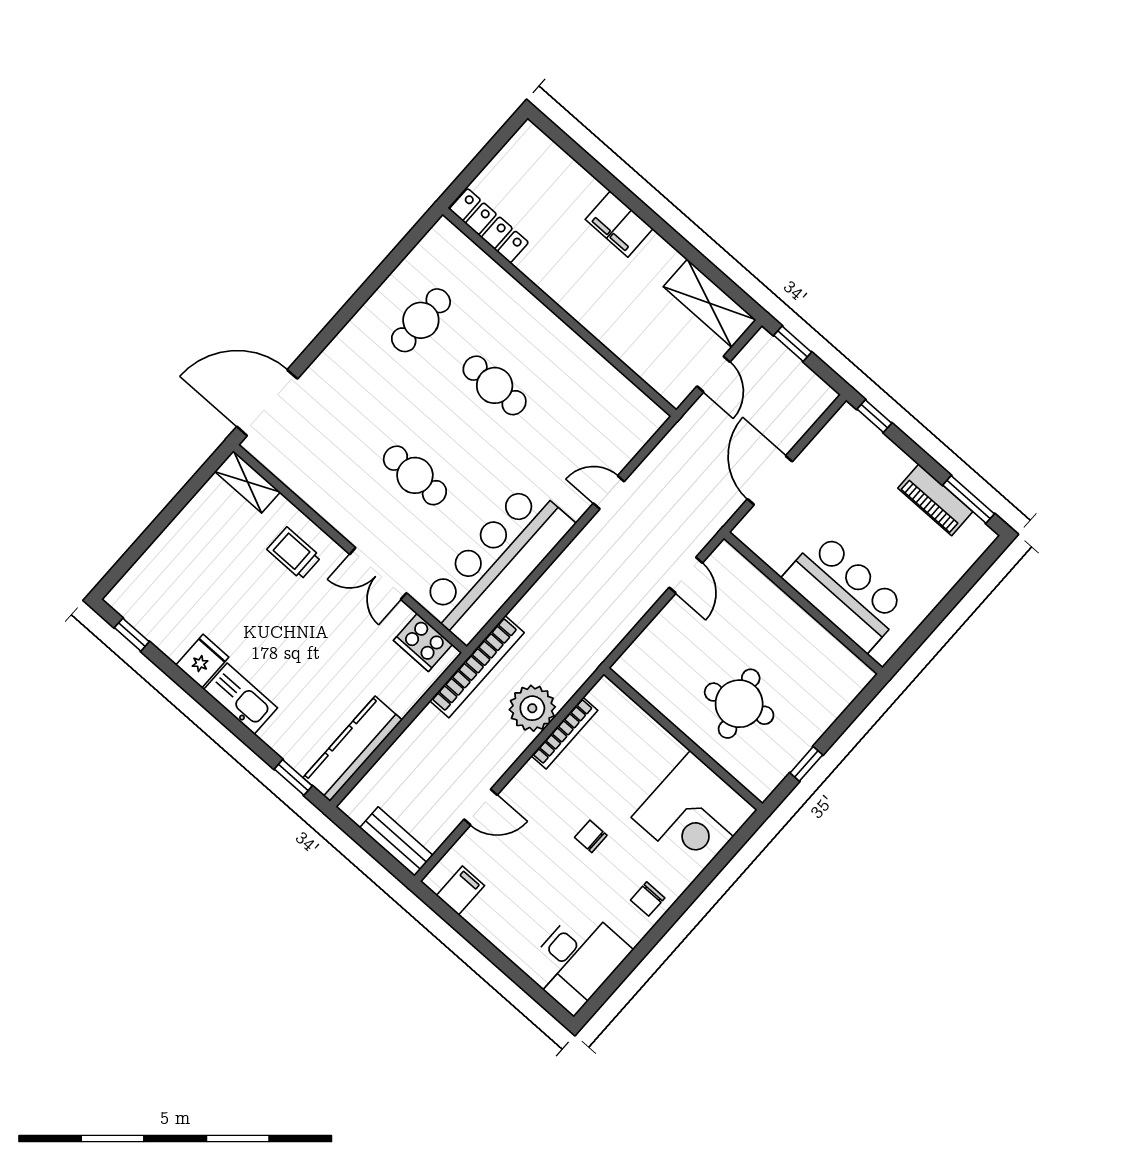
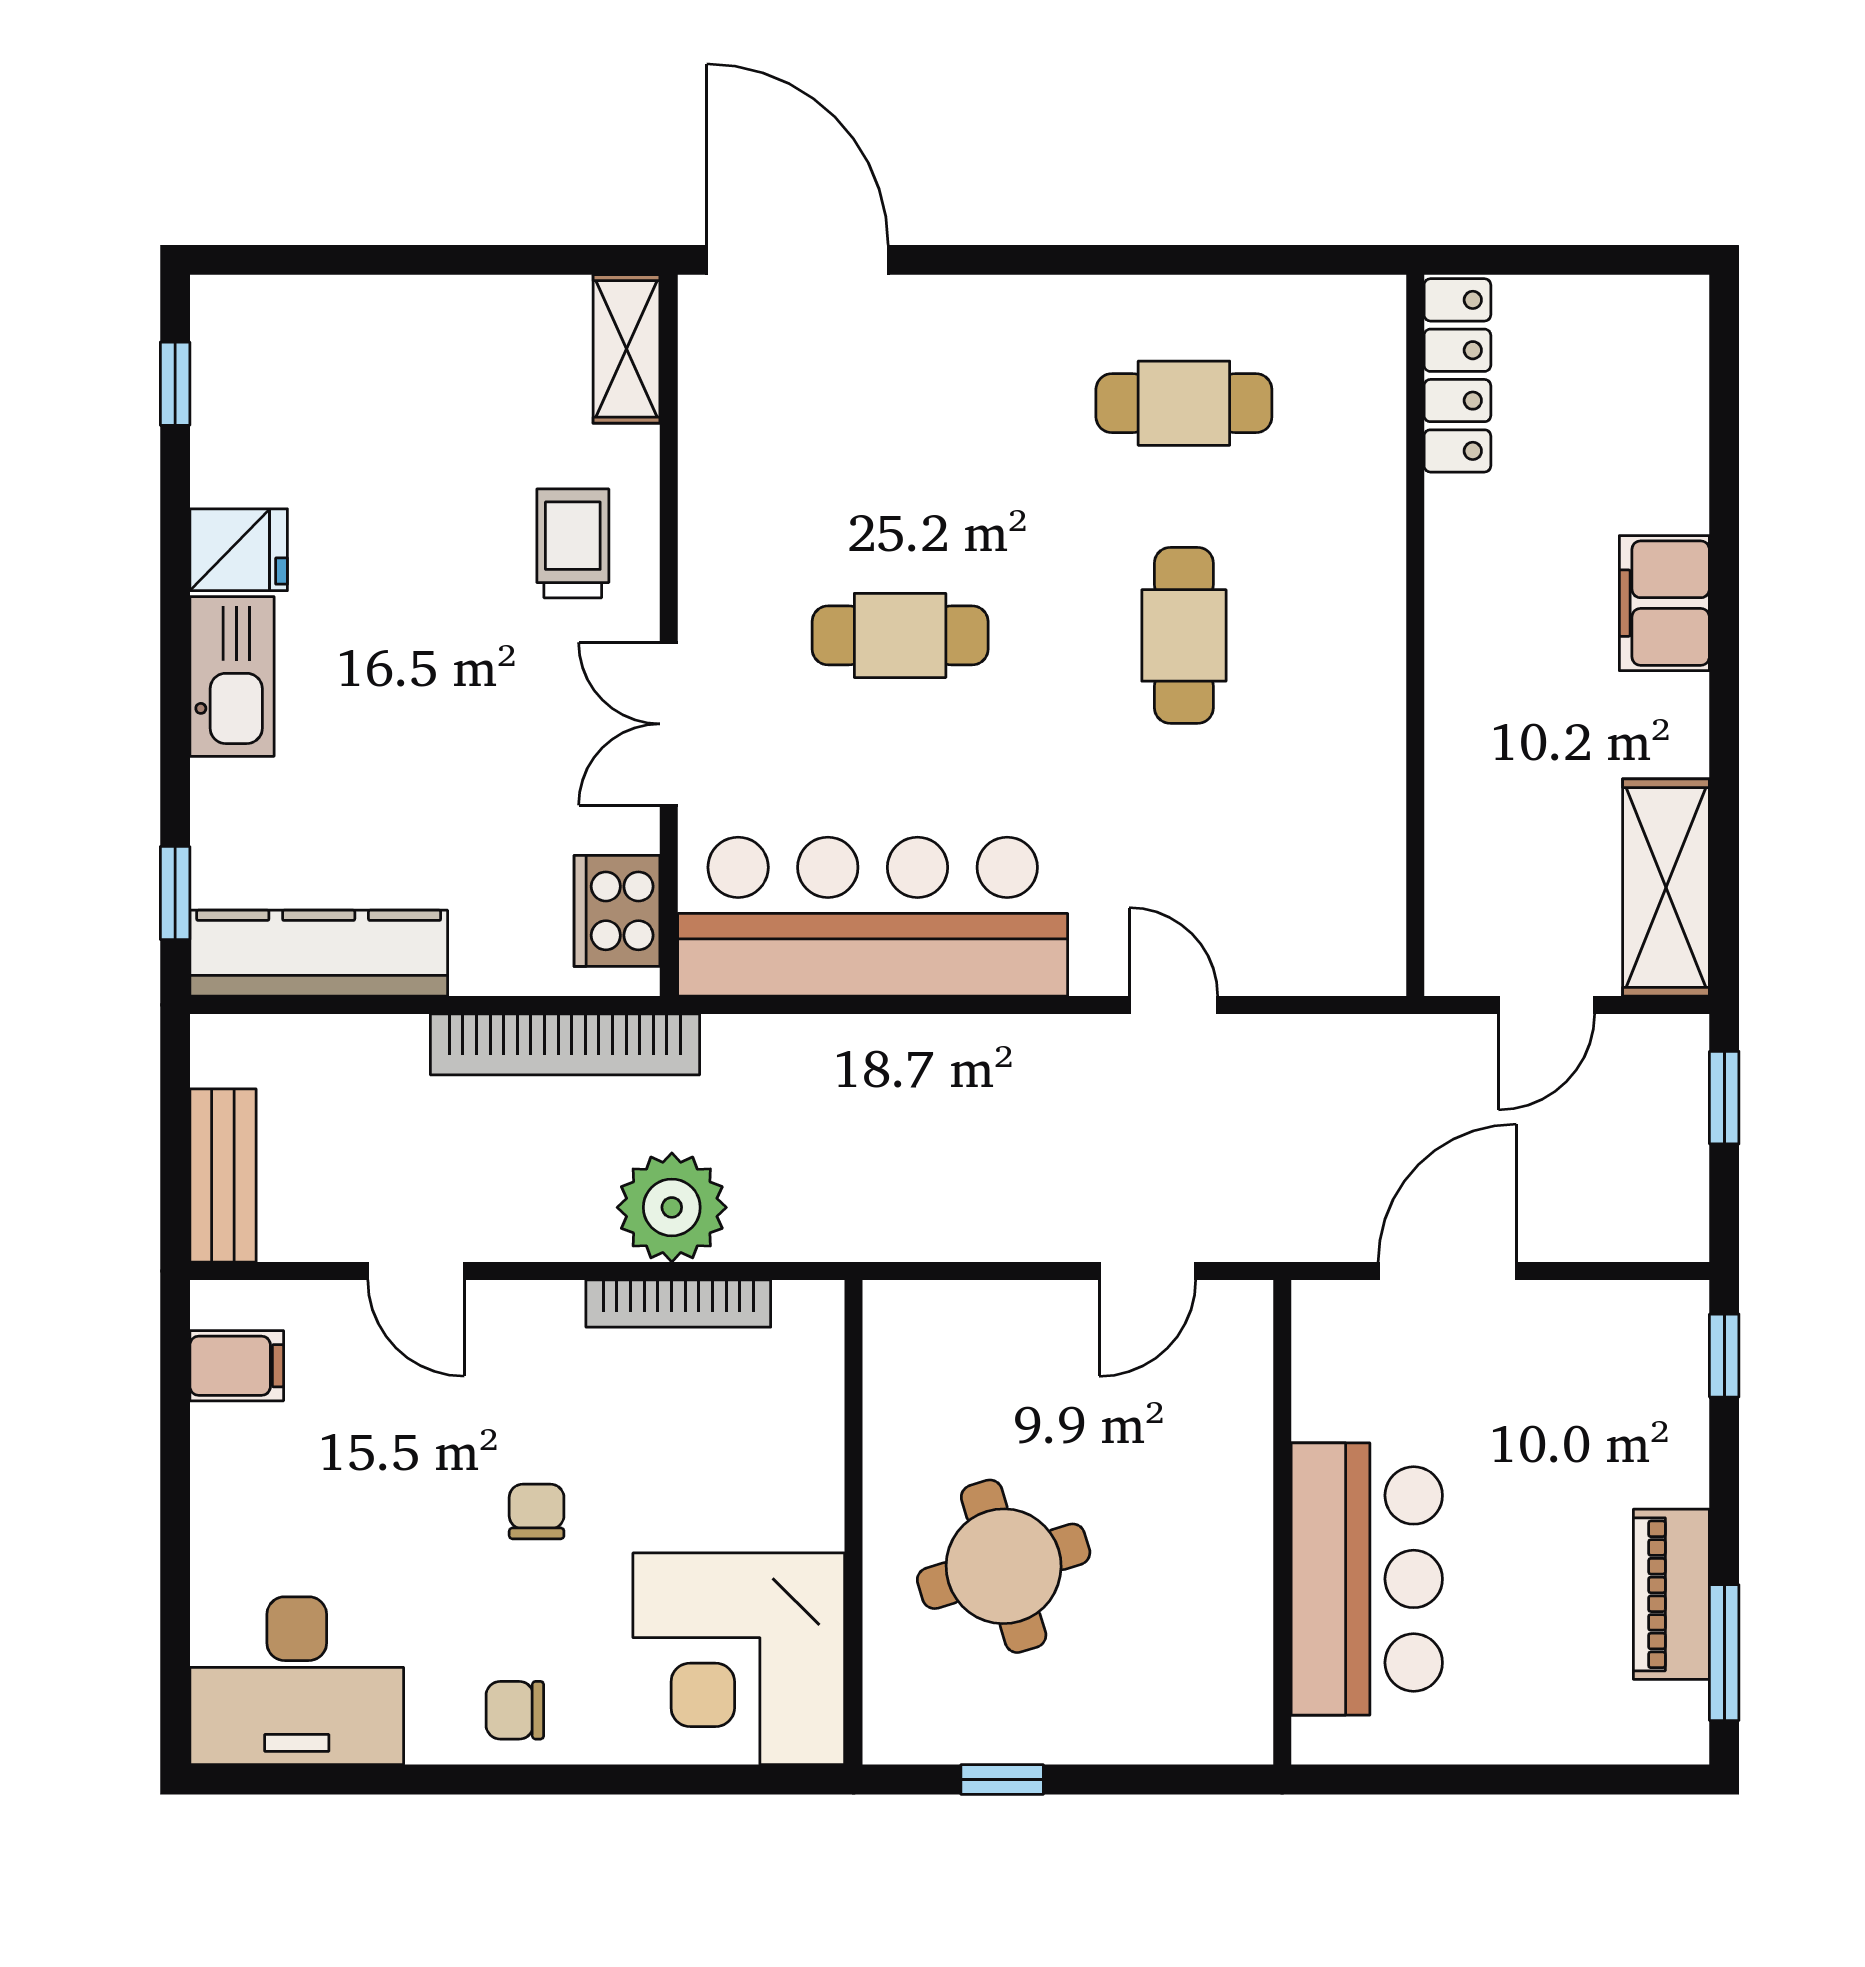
cafe table: (415, 475) -> (900, 635), turned 90
bookcase: (477, 667) -> (565, 1044), moved

